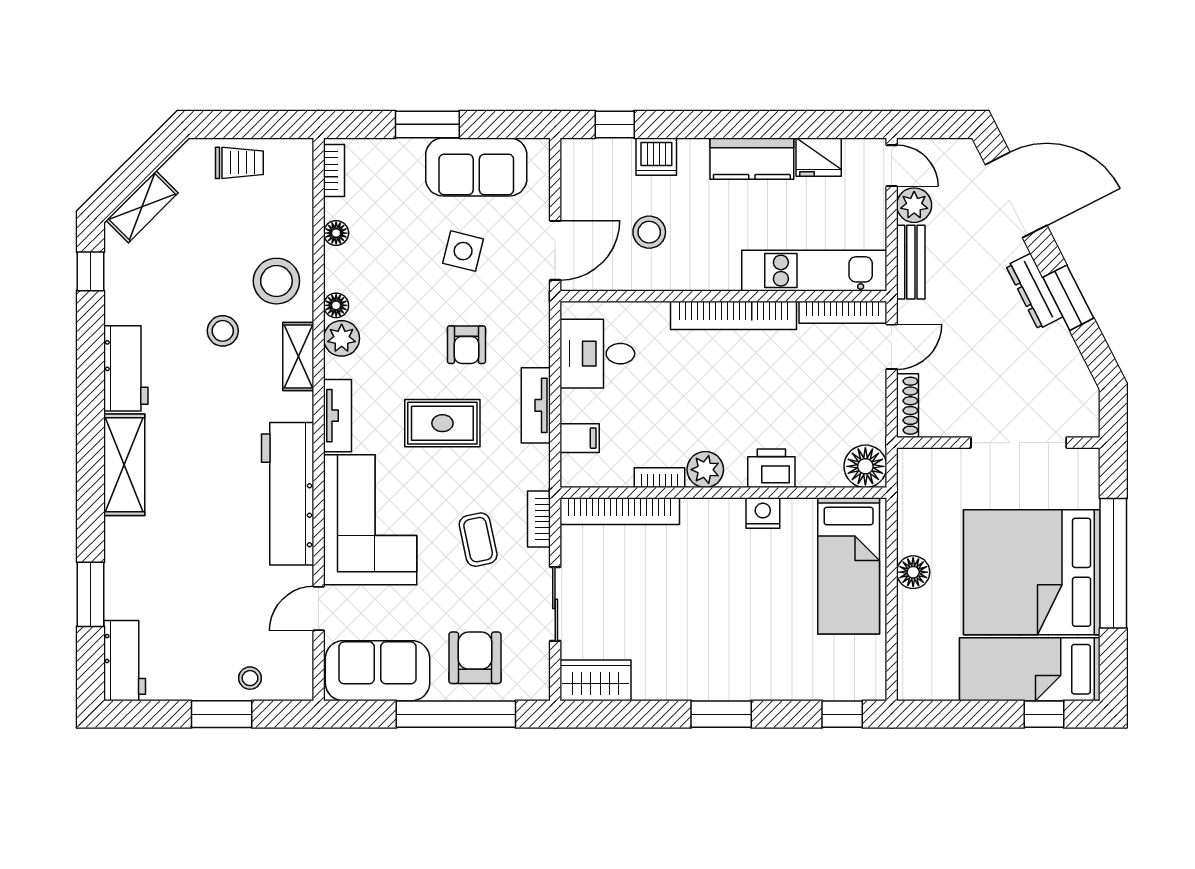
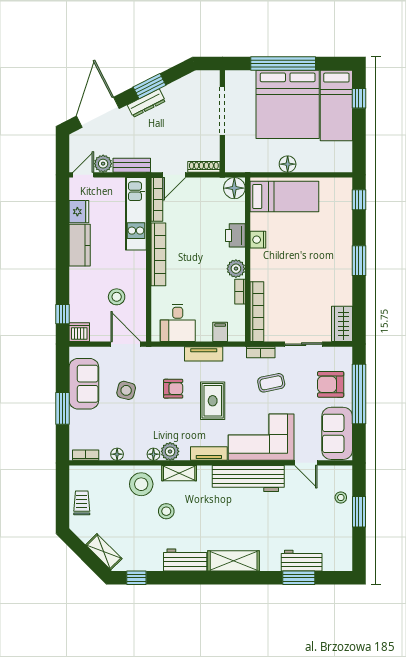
dishwasher: (656, 157) -> (79, 332), moved, turned -90
door: (892, 347) -> (174, 175), swing flipped
workbench: (125, 661) -> (302, 561), moved

